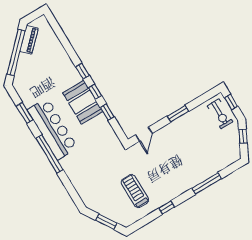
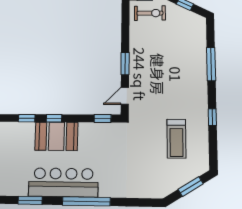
window: (107, 112) -> (103, 118), moved
window: (178, 114) -> (125, 64), moved
door: (144, 134) -> (125, 96), swing flipped
treadmill: (135, 191) -> (176, 139), turned -90

